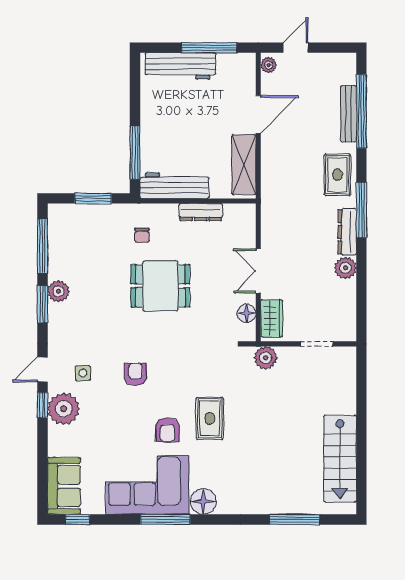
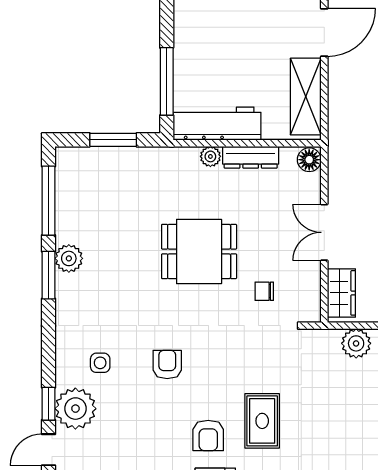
plant: (169, 211) -> (210, 156), added
chair: (142, 235) -> (264, 291), moved, turned 90
floor lamp: (247, 313) -> (309, 160), moved
plant: (266, 358) -> (356, 343), moved
door: (42, 369) -> (48, 450), moved

